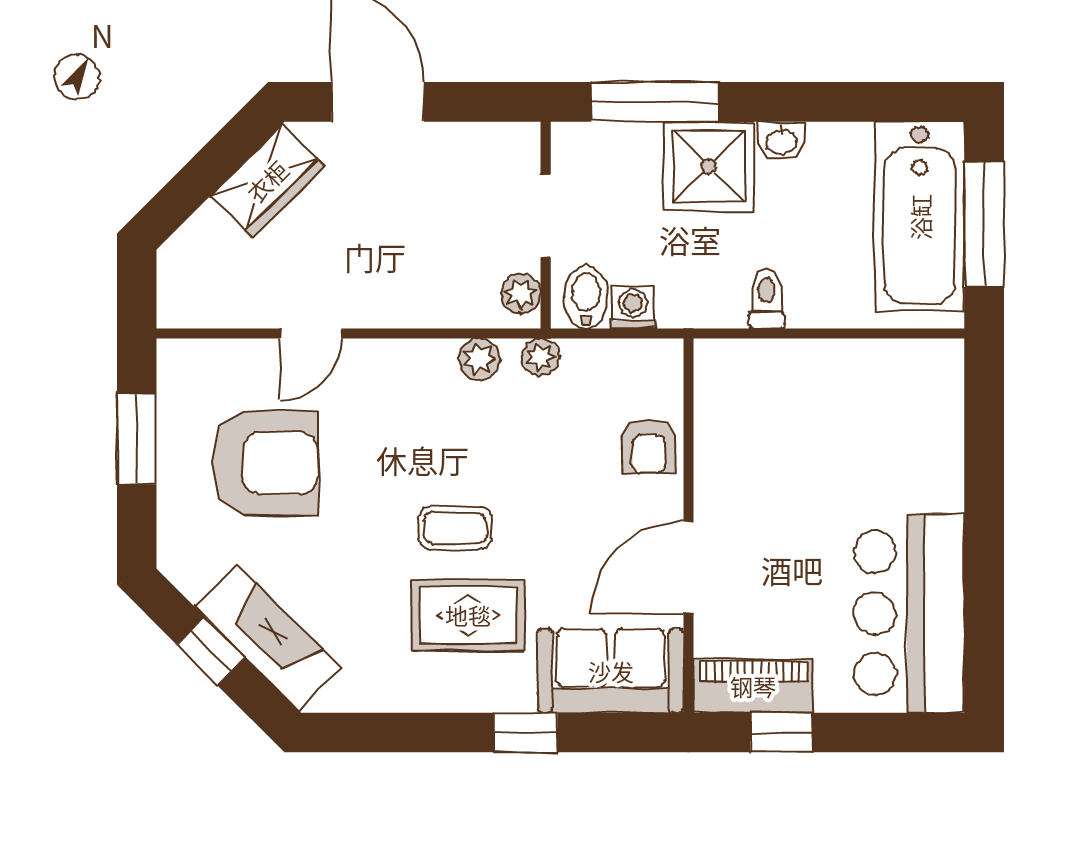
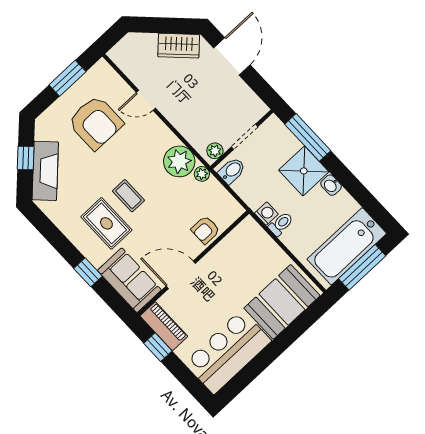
washing machine: (633, 307) -> (266, 214), moved
plant: (479, 359) -> (179, 161), width x1.87, depth x1.87
booth: (910, 430) -> (282, 302), added

